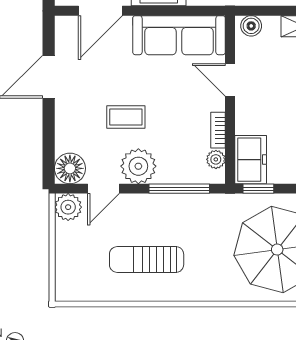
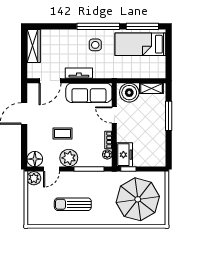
boiler: (251, 26) -> (129, 93), width x1.86, depth x1.86

